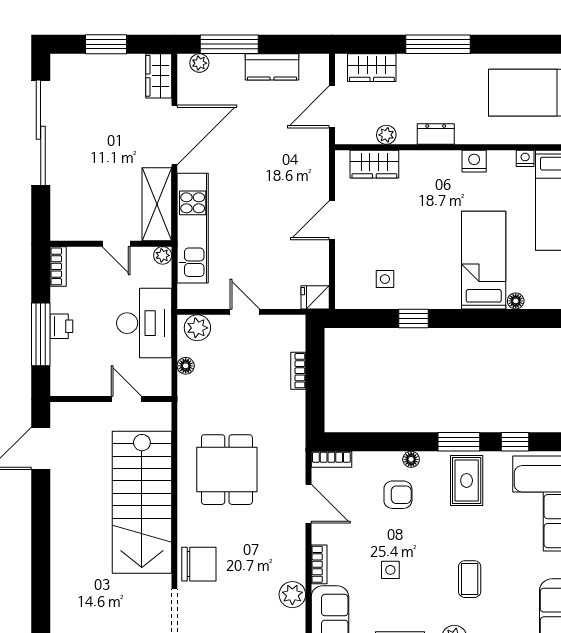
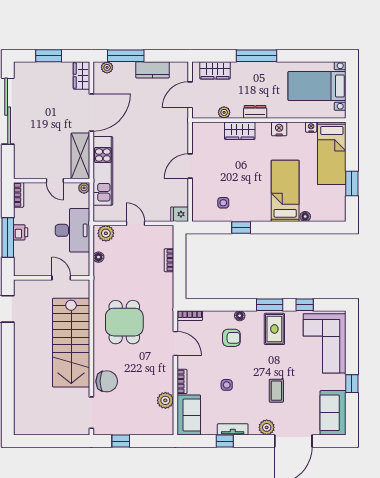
wardrobe: (374, 164) -> (240, 131), moved

